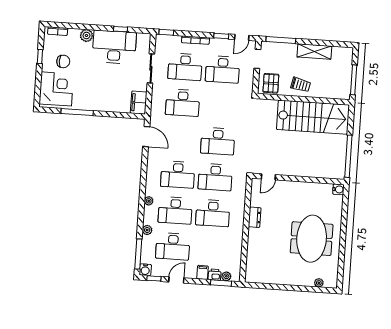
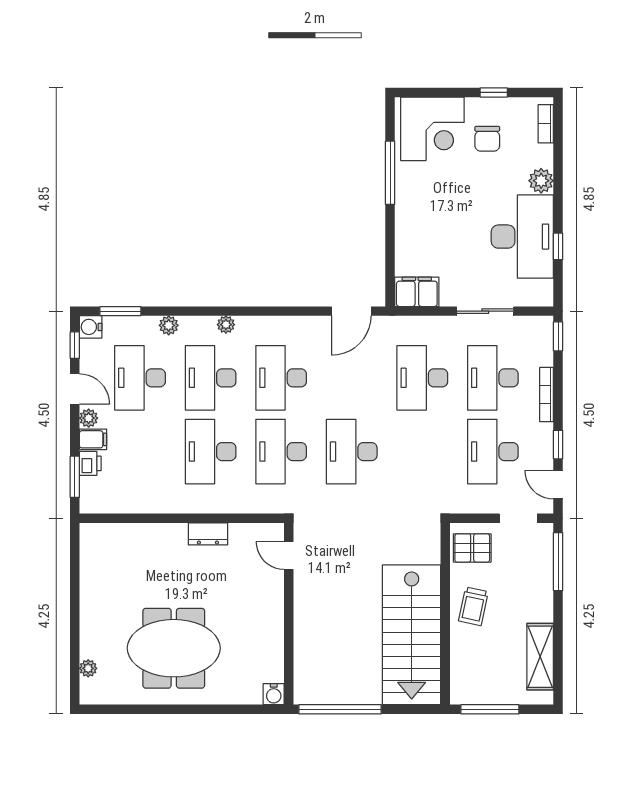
shelving: (314, 51) -> (540, 657), moved
window: (138, 254) -> (120, 311), width x0.69
plant: (226, 276) -> (89, 418), moved

